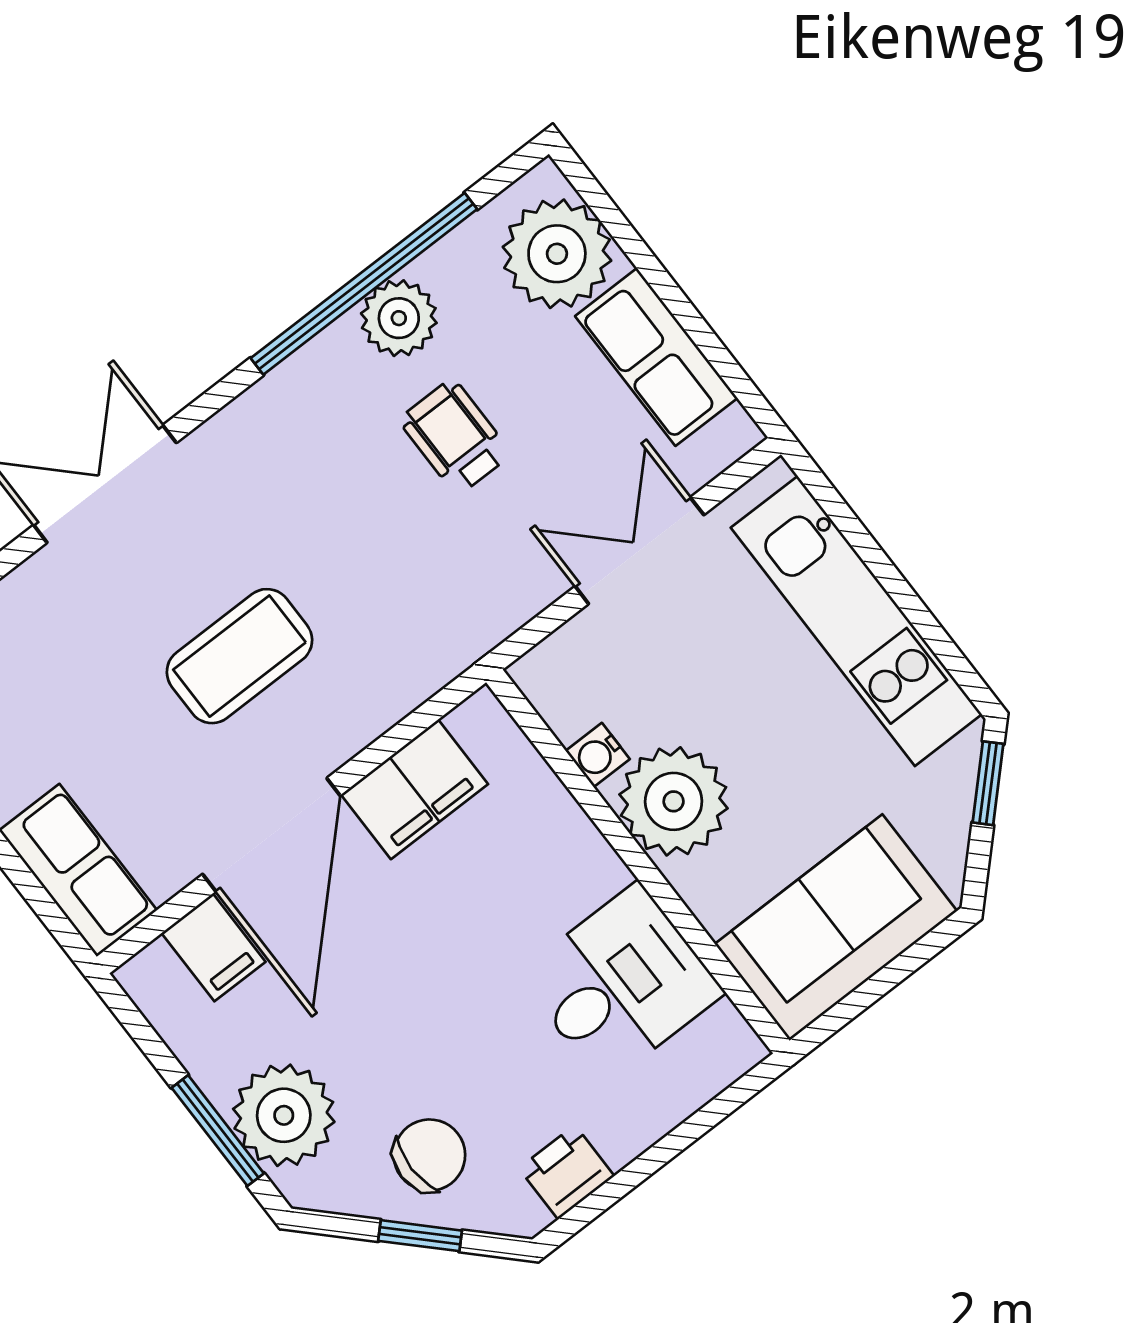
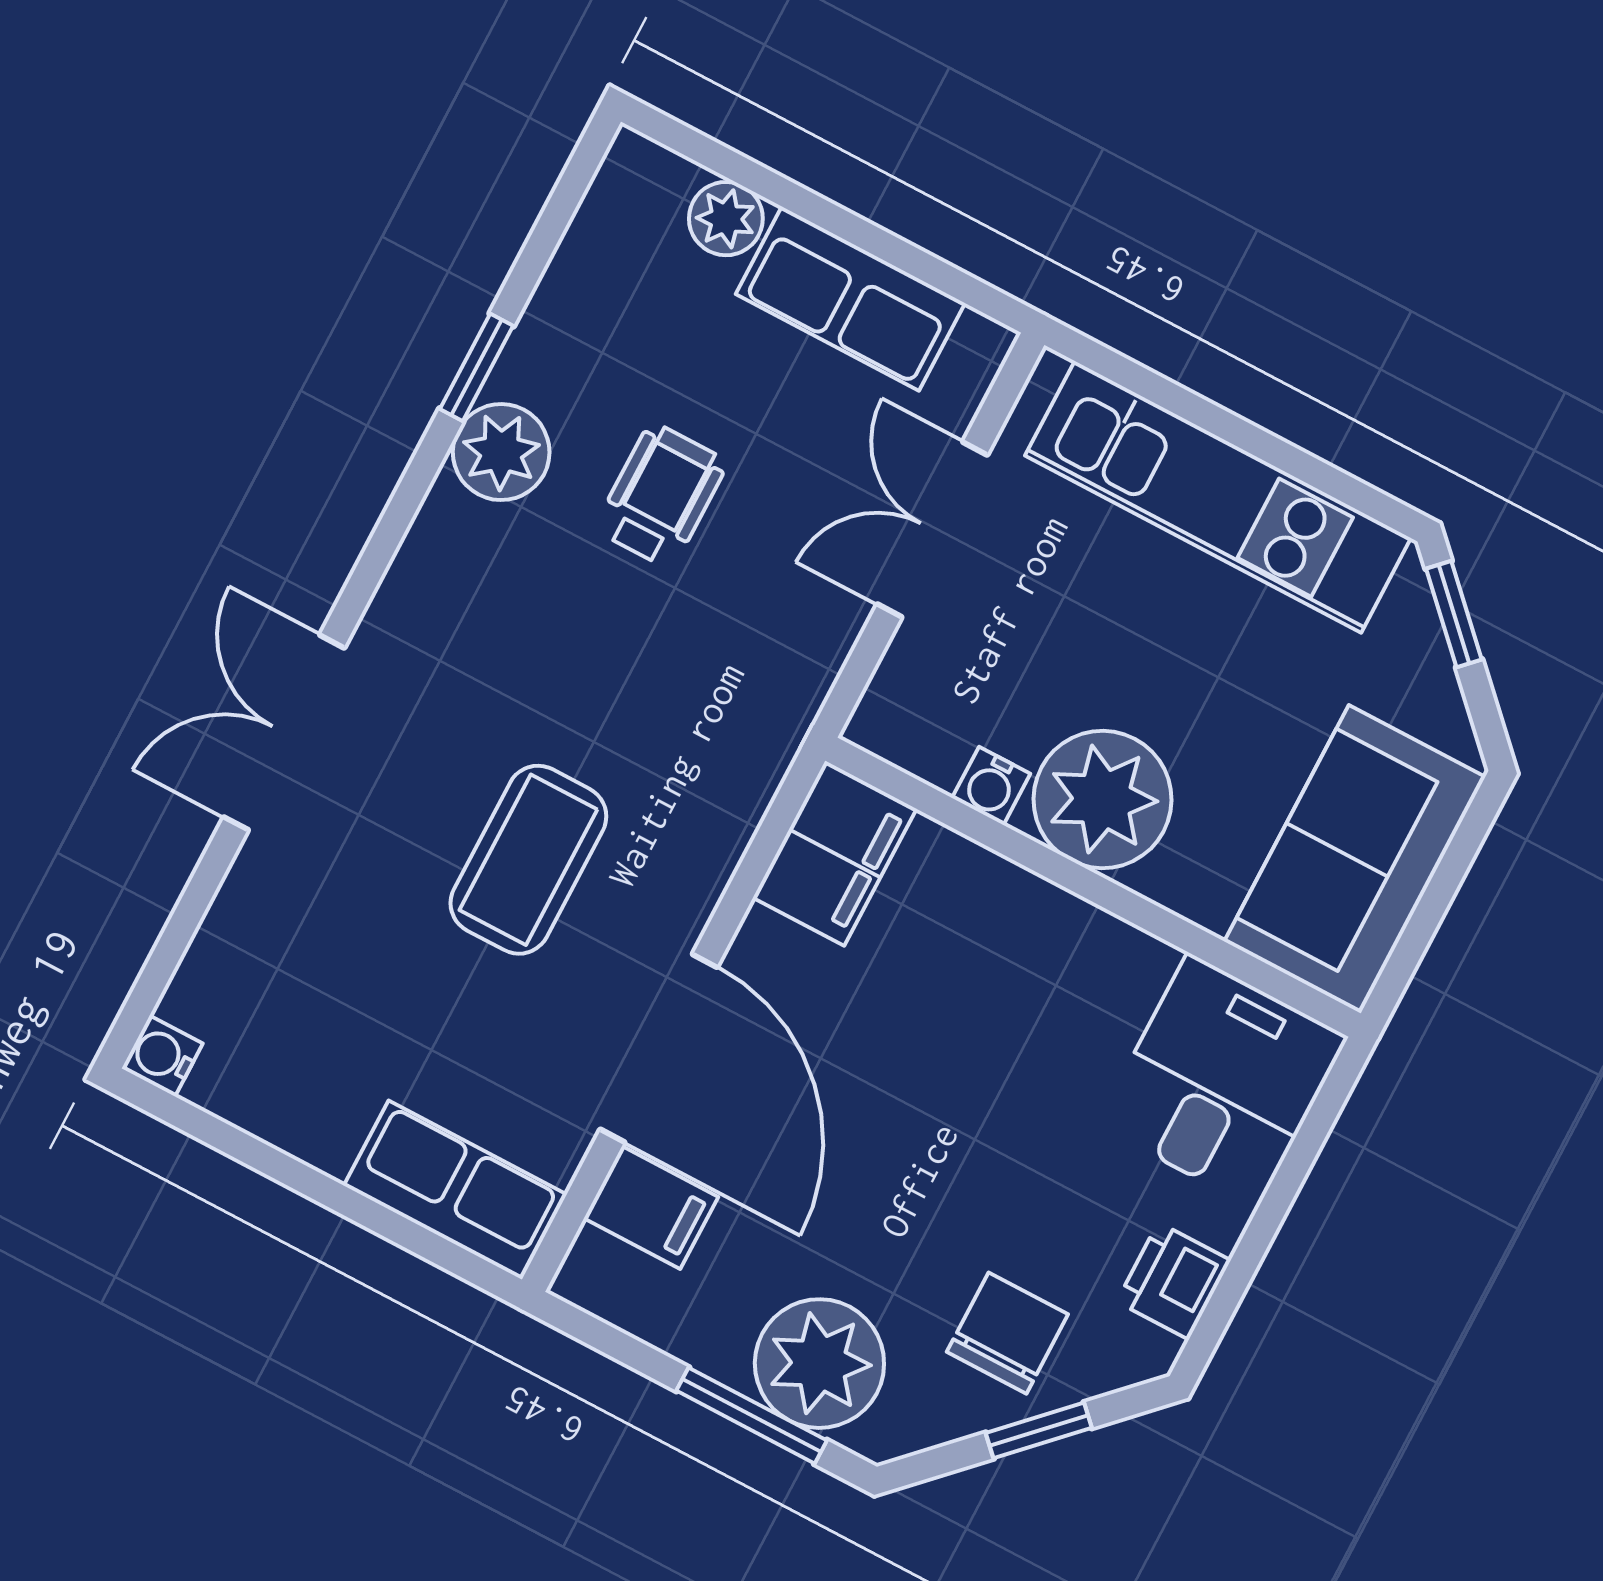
plant: (557, 254) -> (726, 219), width x0.53, depth x0.53
window: (364, 284) -> (477, 367), width x0.32
plant: (399, 318) -> (501, 452), moved
wheelchair: (455, 437) -> (661, 495), turned 90
filing cabinet: (414, 789) -> (835, 853), moved
desk: (621, 984) -> (1222, 1081), moved

